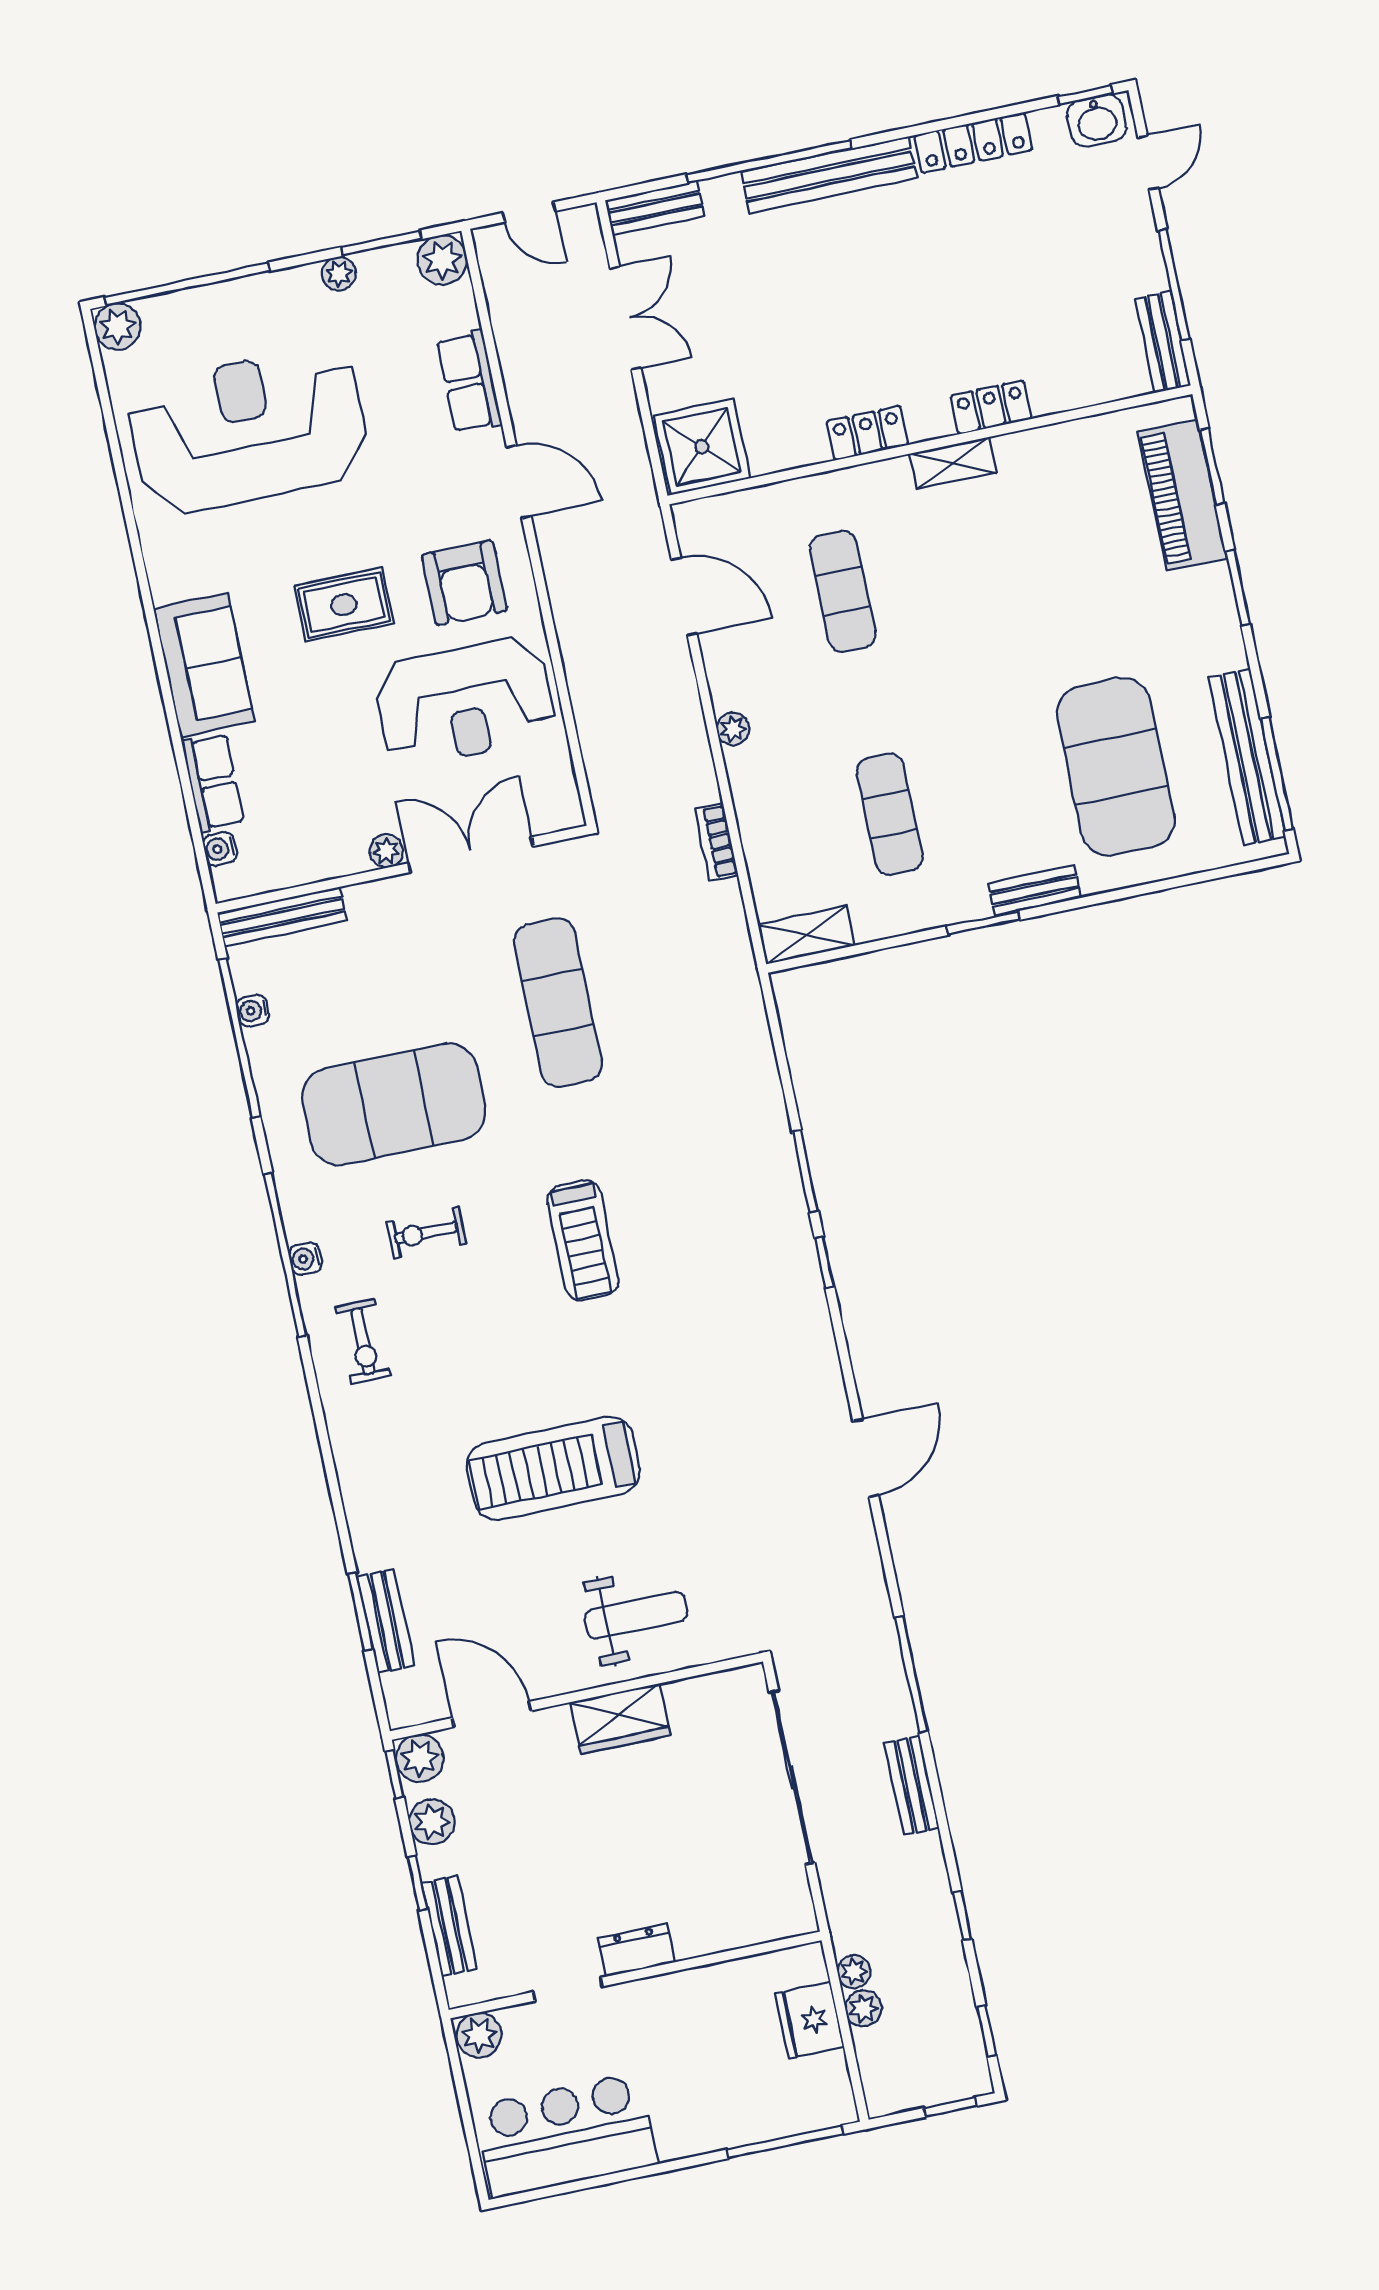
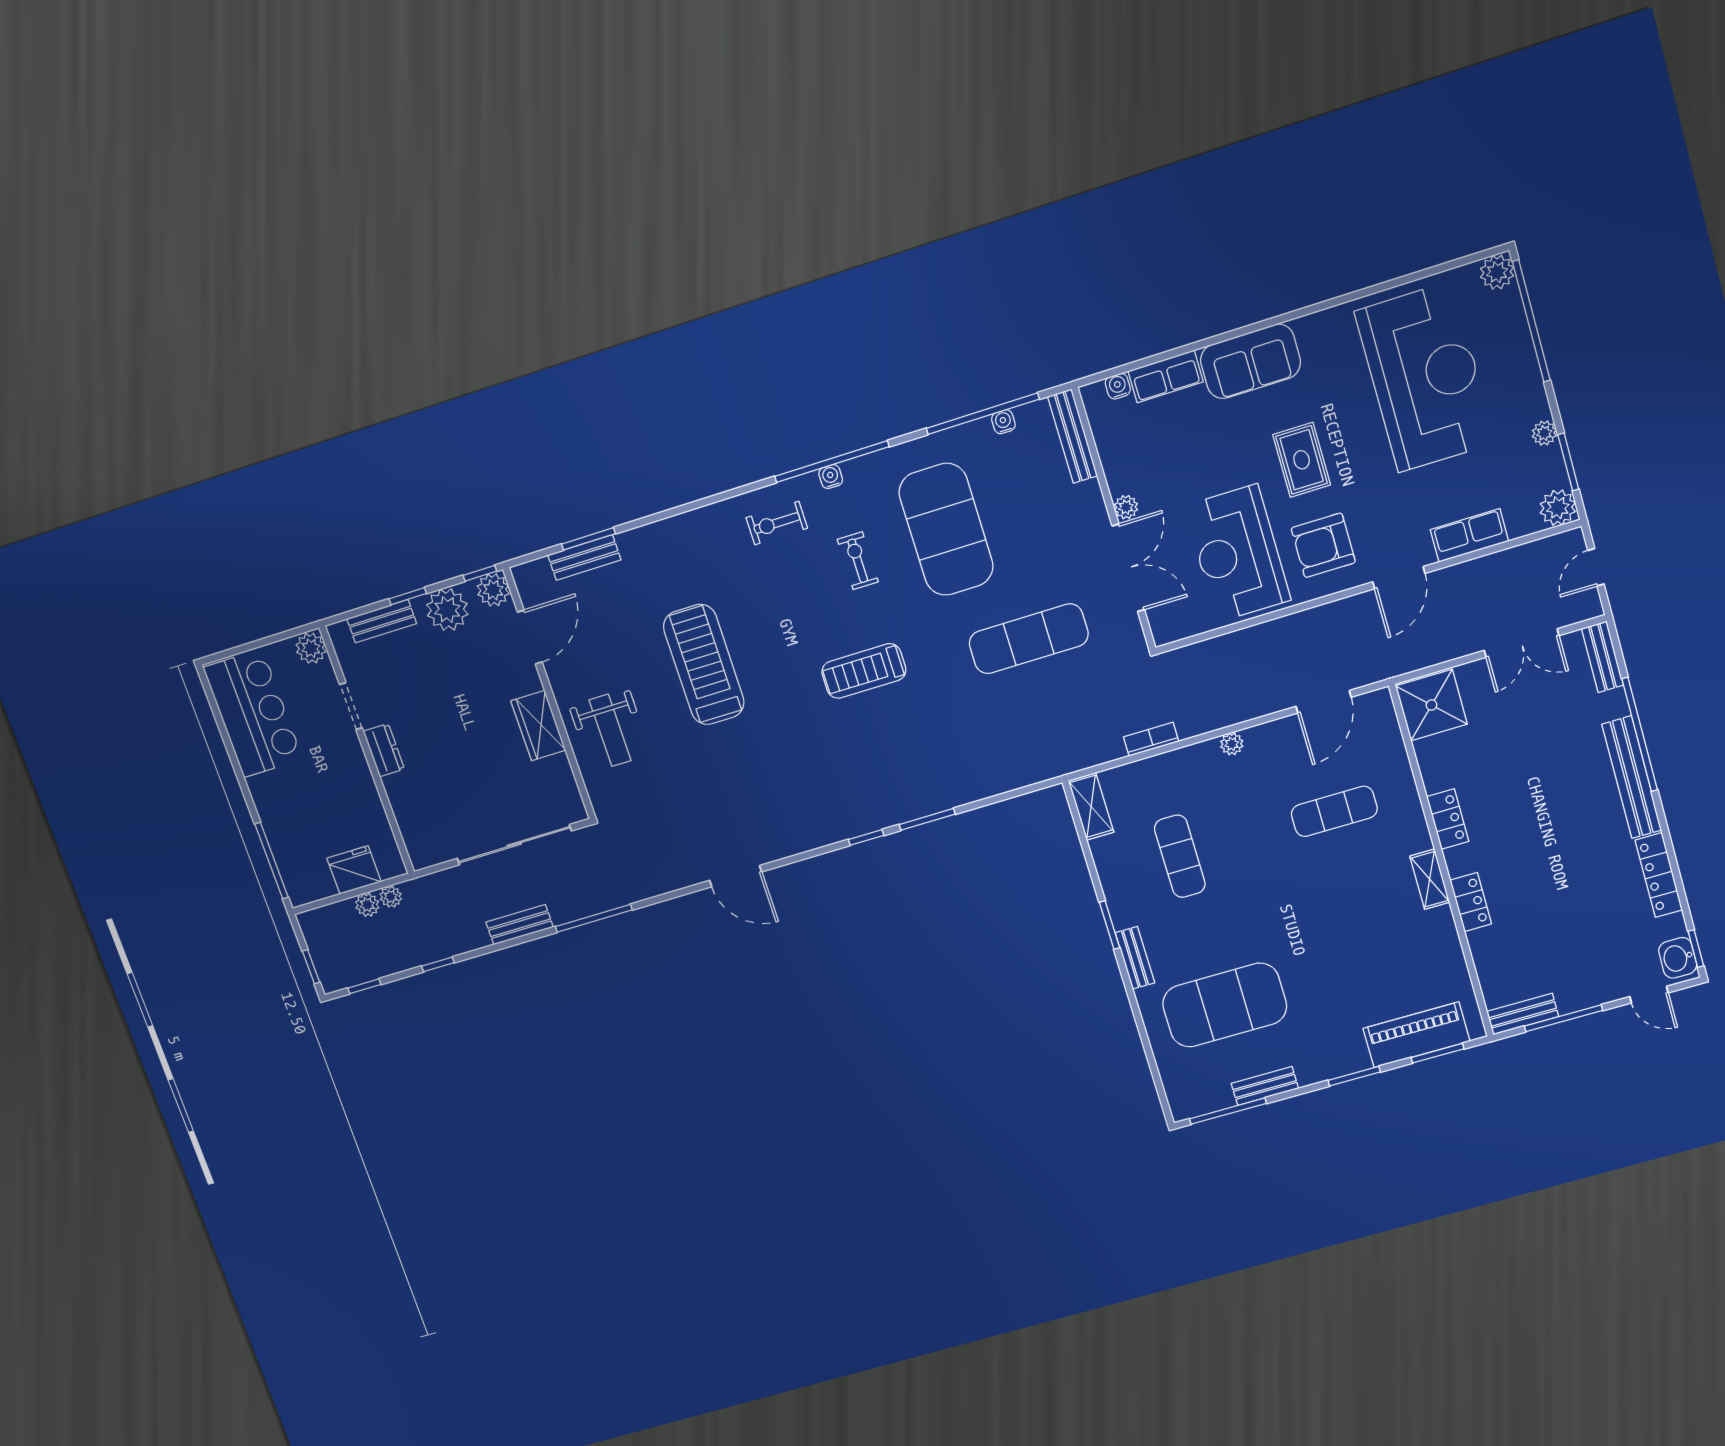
bench: (1247, 757) -> (1265, 1086), width x0.54, depth x0.82
exercise mat: (890, 814) -> (1180, 856), turned 90
plant: (432, 1822) -> (447, 610), width x1.36, depth x1.36

